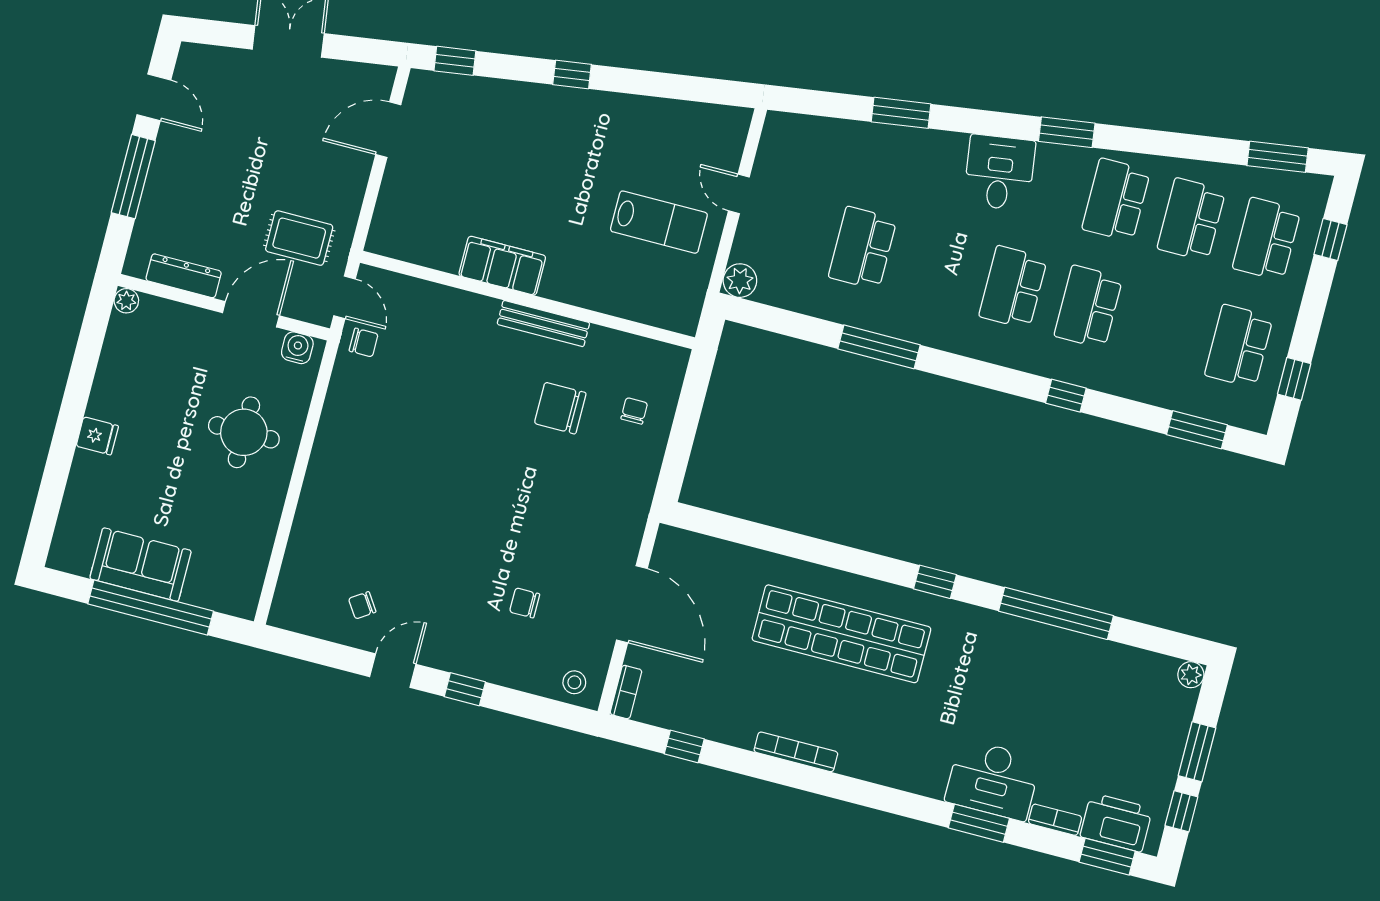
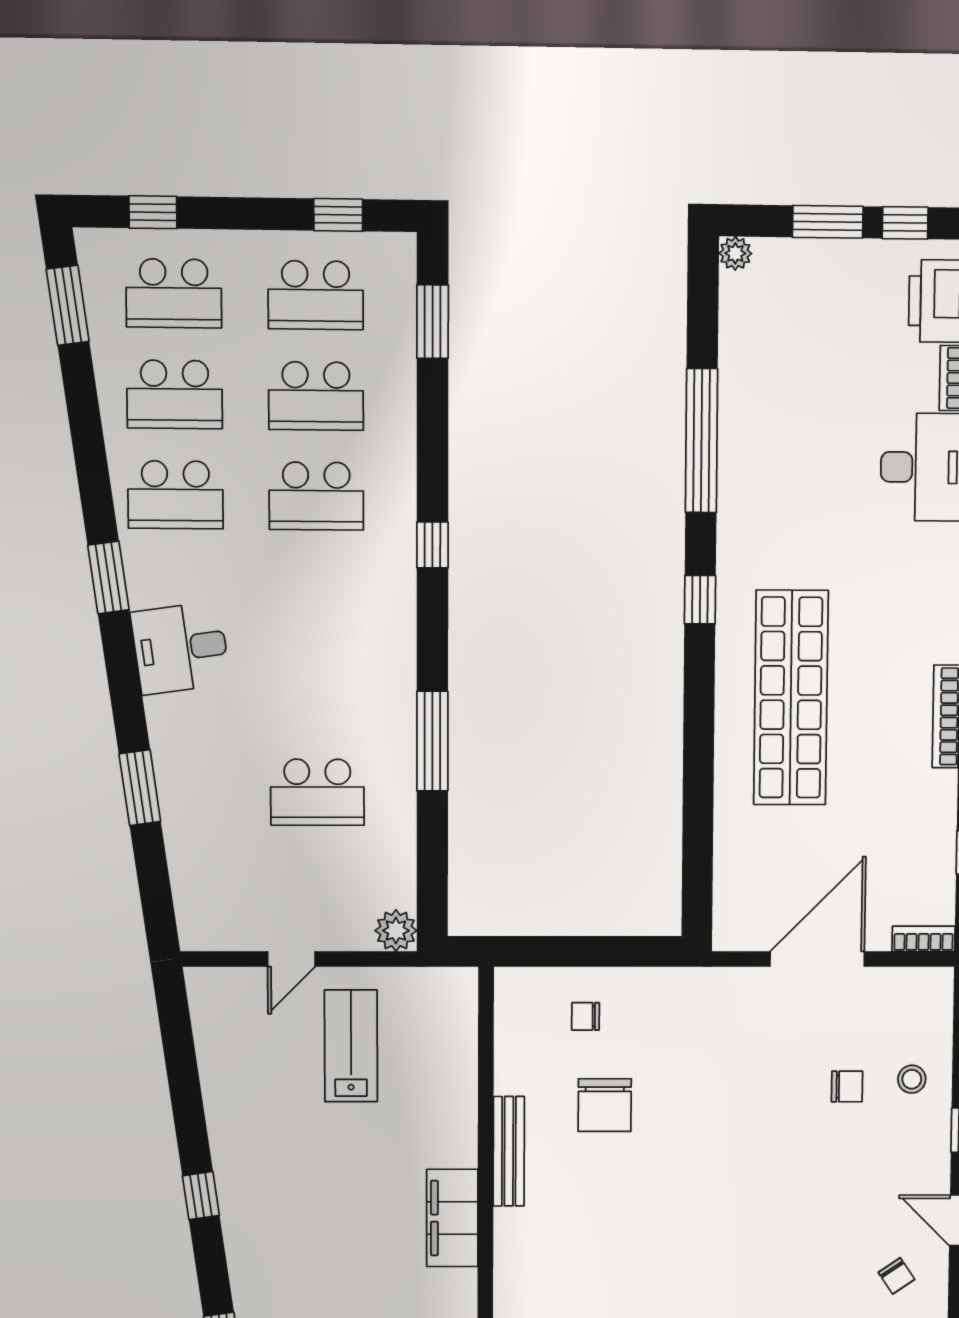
school desk: (1013, 287) -> (316, 396), moved
window: (1066, 396) -> (432, 545), moved
chair: (525, 603) -> (847, 1086), turned -90
stool: (574, 682) -> (912, 1079), moved

